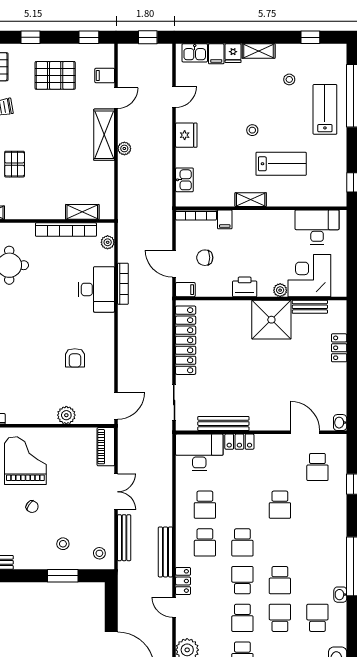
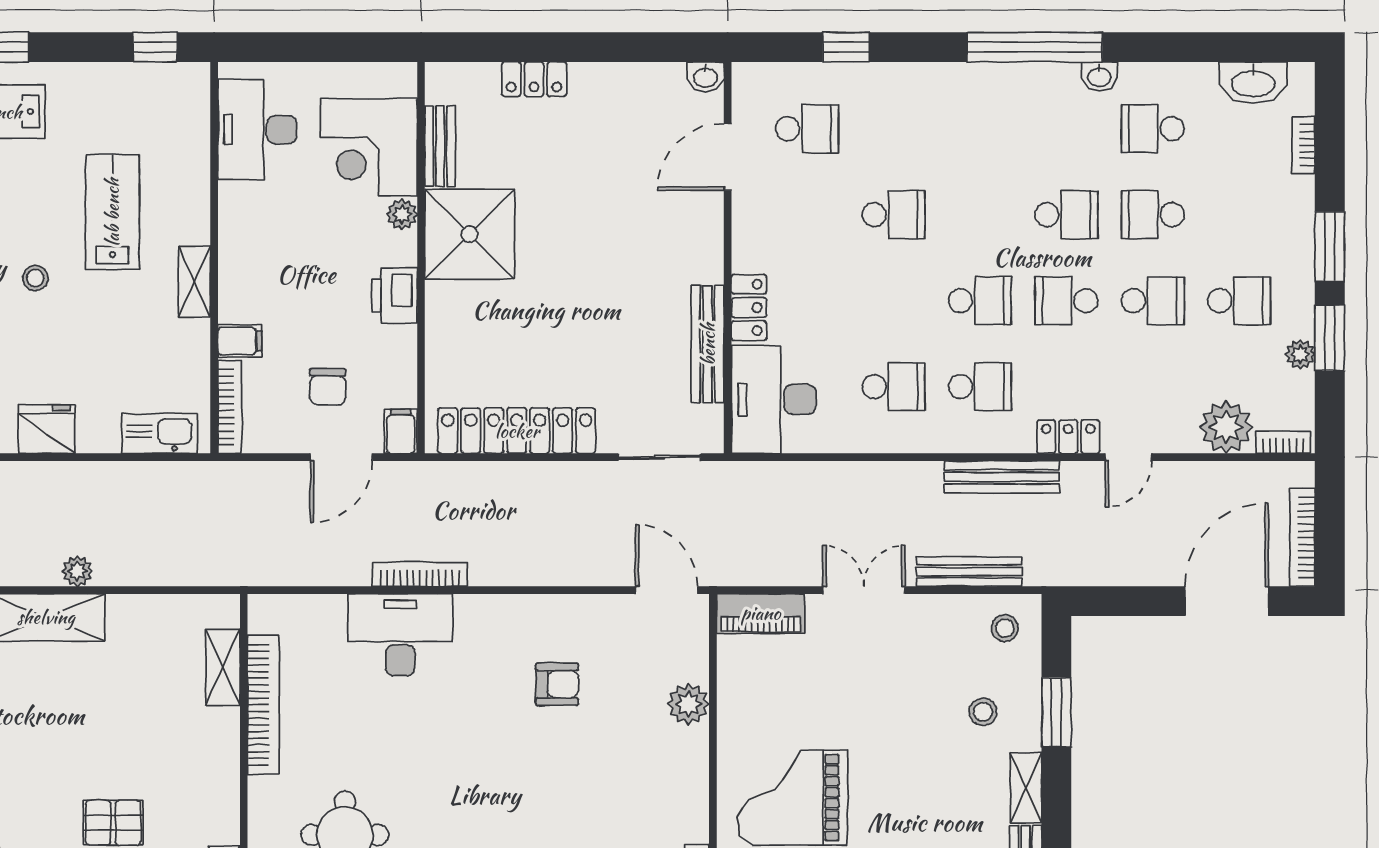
kitchen sink: (184, 180) -> (160, 433), width x1.38
plant: (108, 242) -> (292, 609), removed
bookcase: (123, 284) -> (420, 574), moved
chair: (32, 507) -> (898, 782), removed
shelving: (30, 562) -> (1026, 788), added

